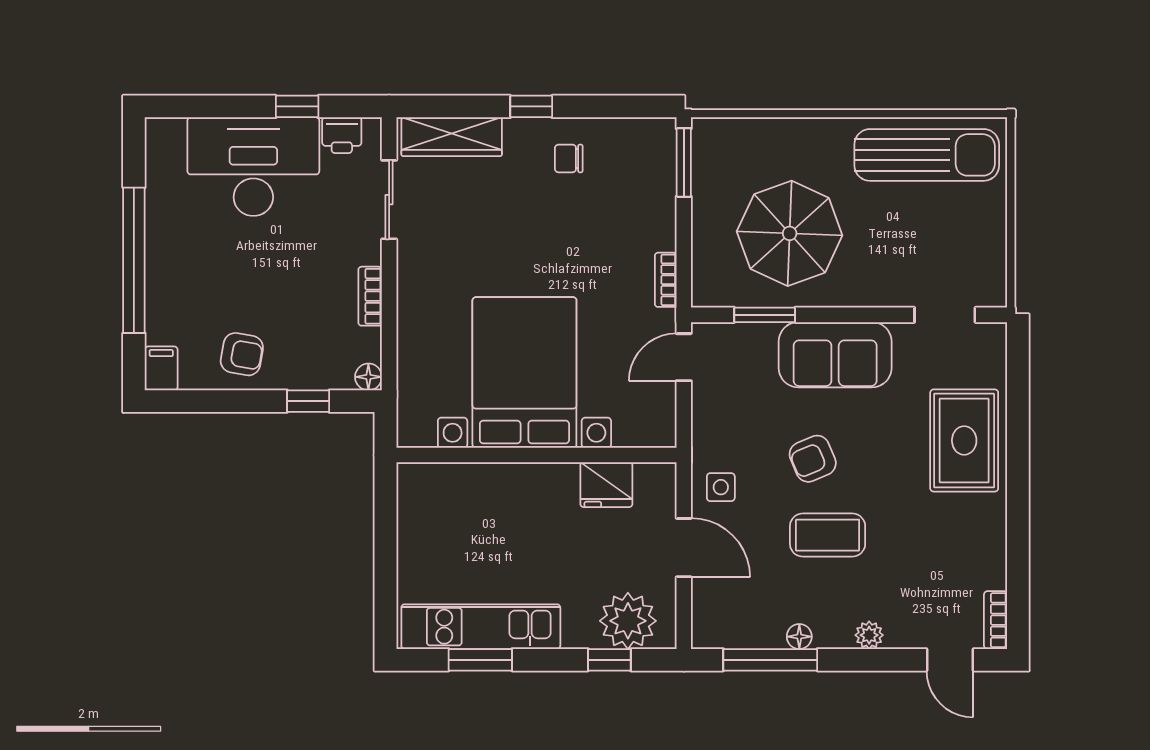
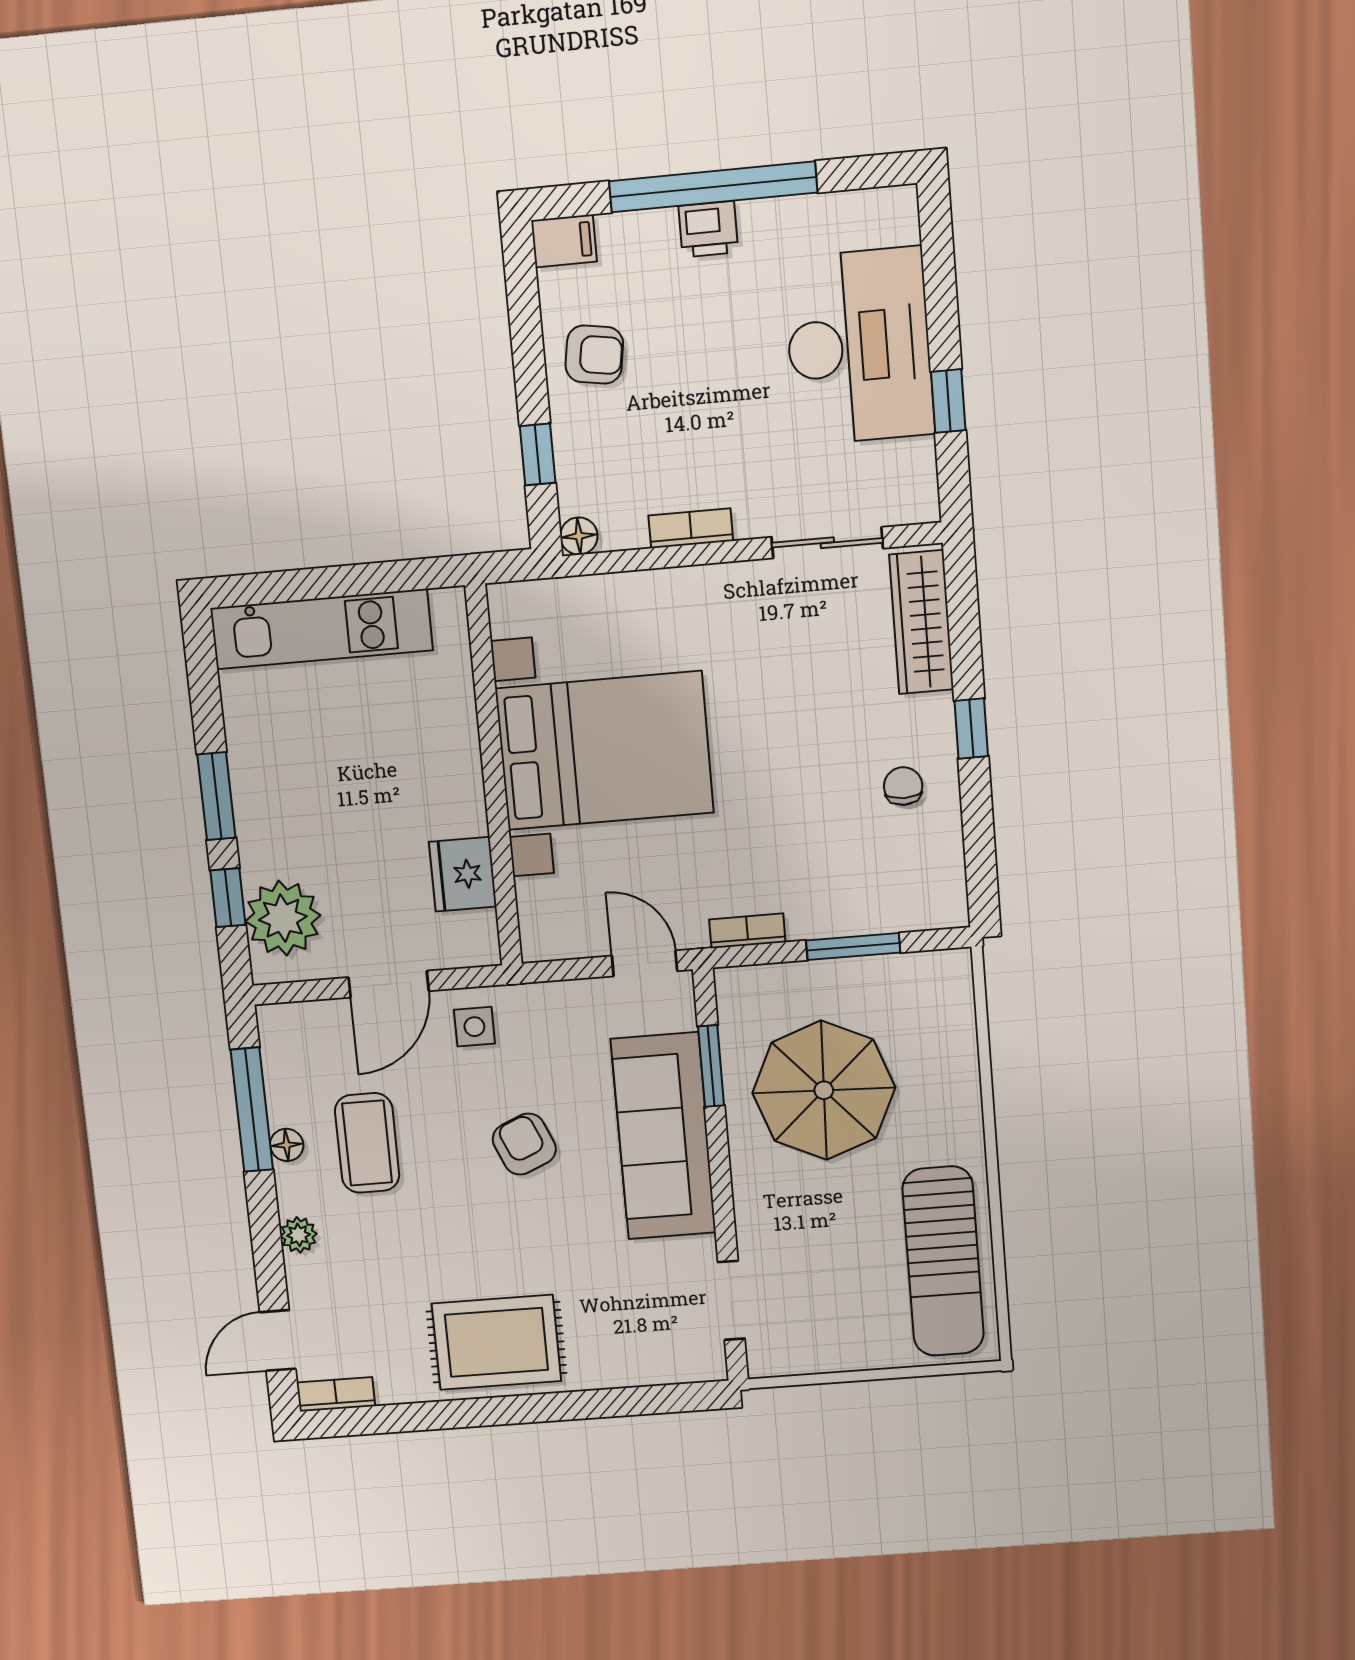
printer: (342, 135) -> (708, 229), moved, turned -90
window: (684, 162) -> (853, 947), moved
armchair: (242, 354) -> (594, 355), turned -91
sofa: (835, 355) -> (663, 1136), width x1.36
rug: (964, 440) -> (496, 1342), moved
coffee table: (828, 535) -> (367, 1143), moved
kitchen unit: (481, 627) -> (321, 629), moved, turned 90
window: (480, 660) -> (217, 796), moved

